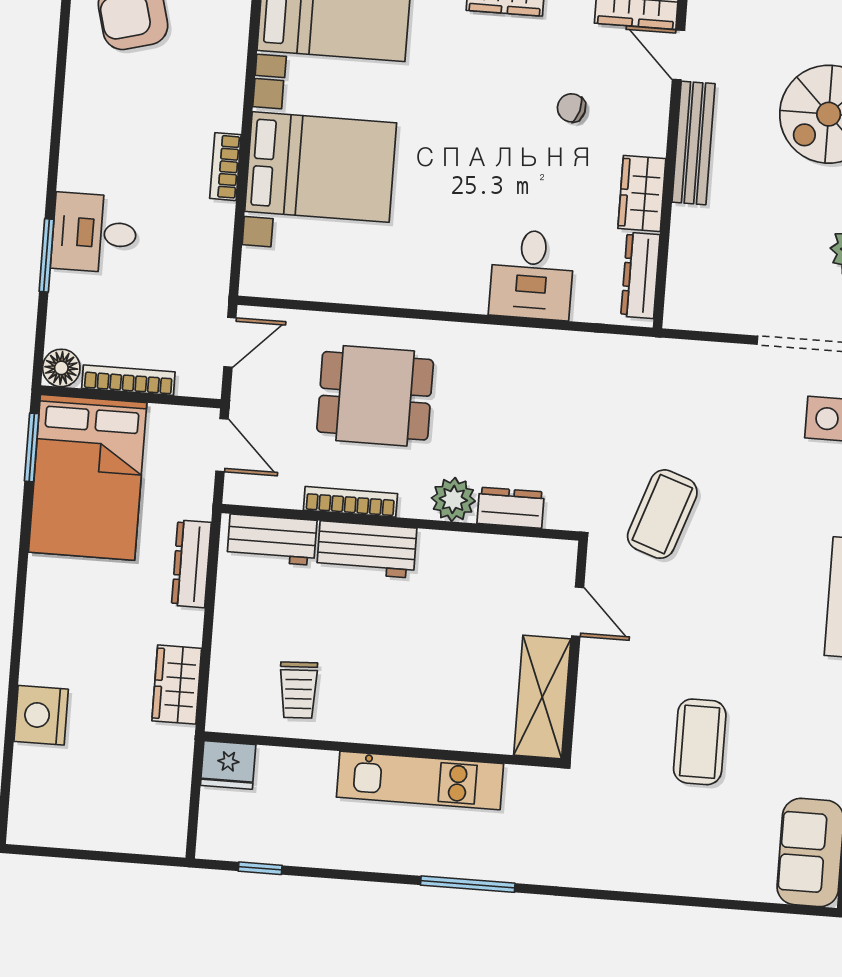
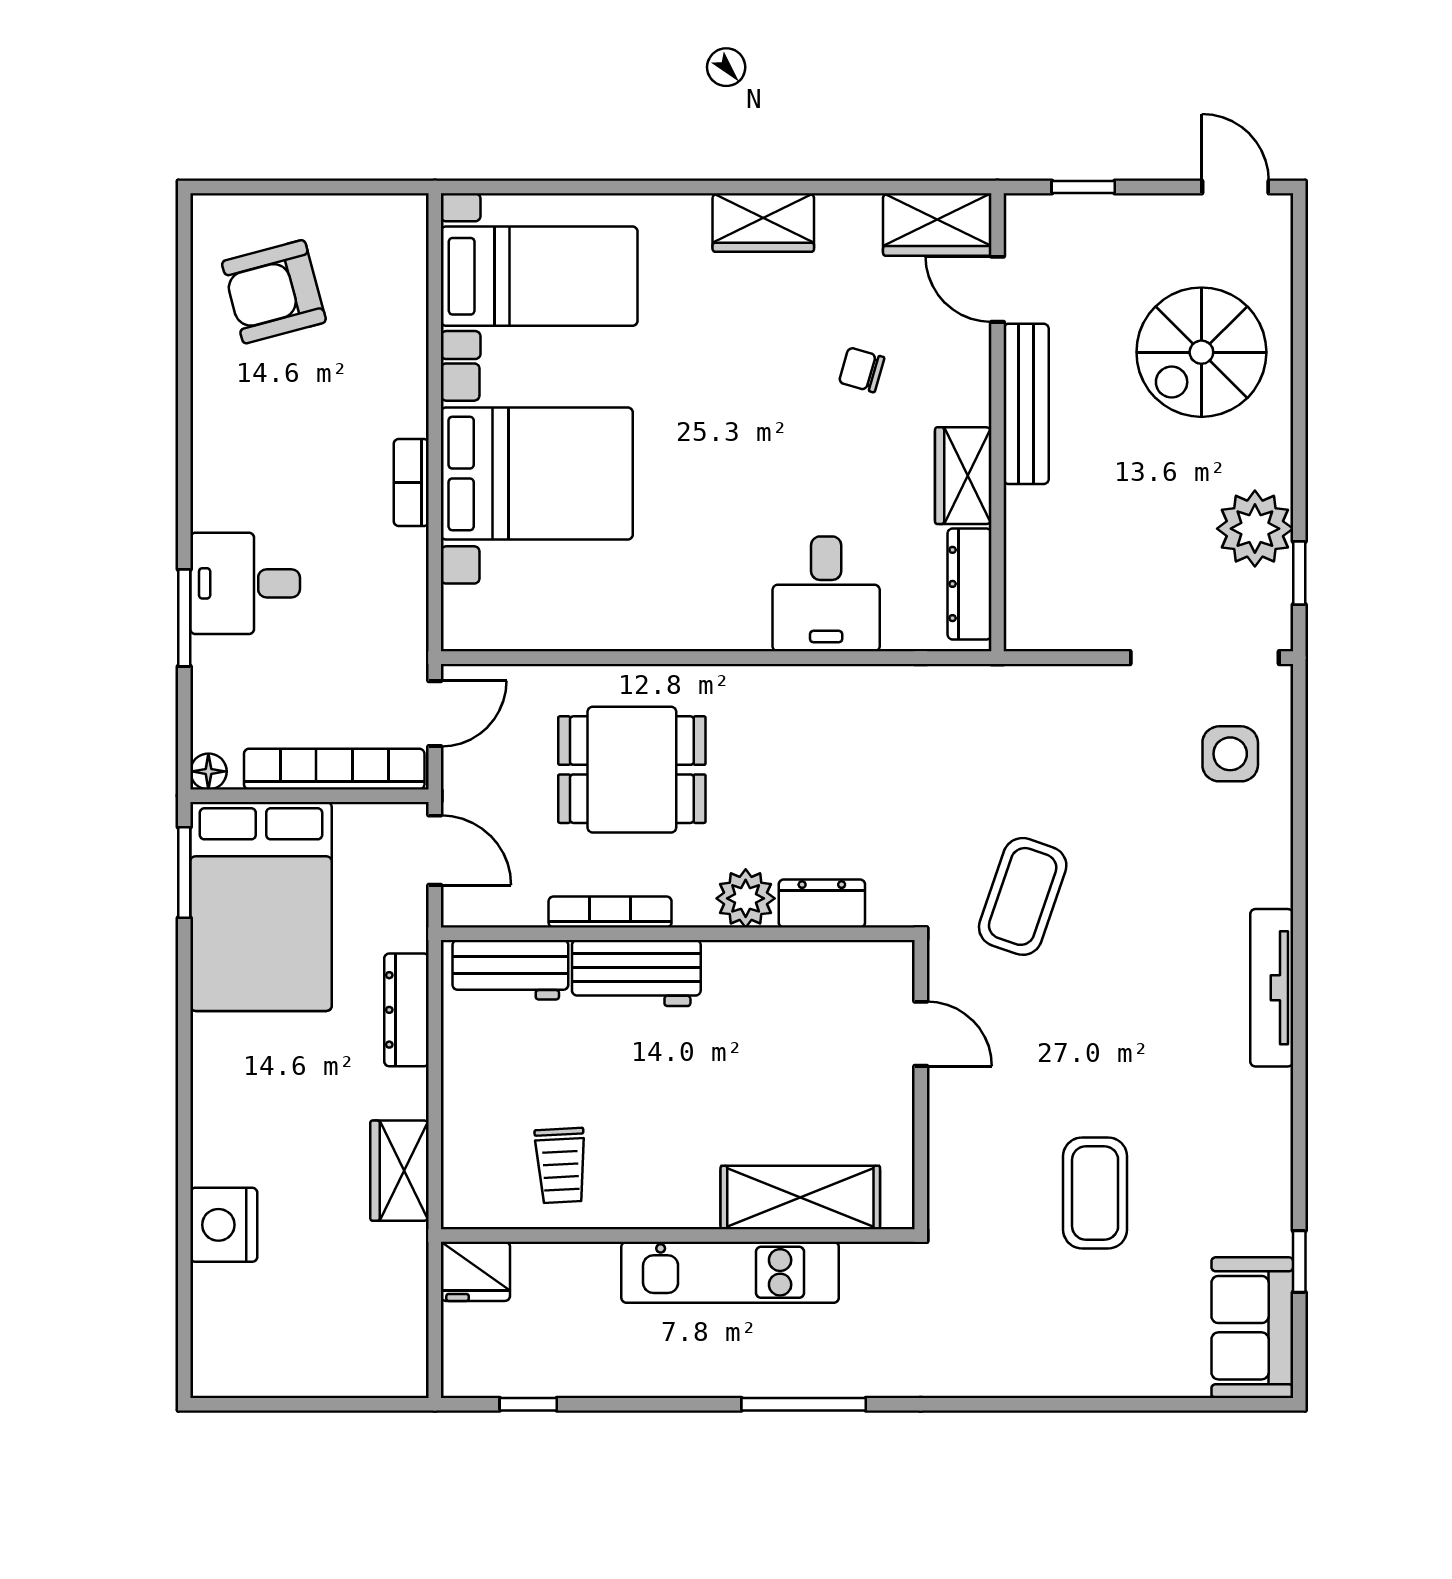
floor lamp: (61, 368) -> (208, 771), width x0.73, depth x0.73
bookcase: (128, 380) -> (334, 769), width x1.48, depth x1.31
shelving: (542, 697) -> (800, 1198), moved, turned 90

